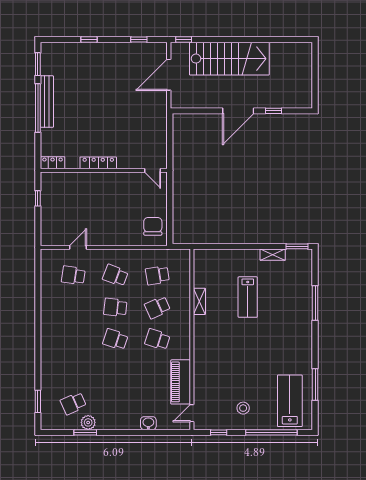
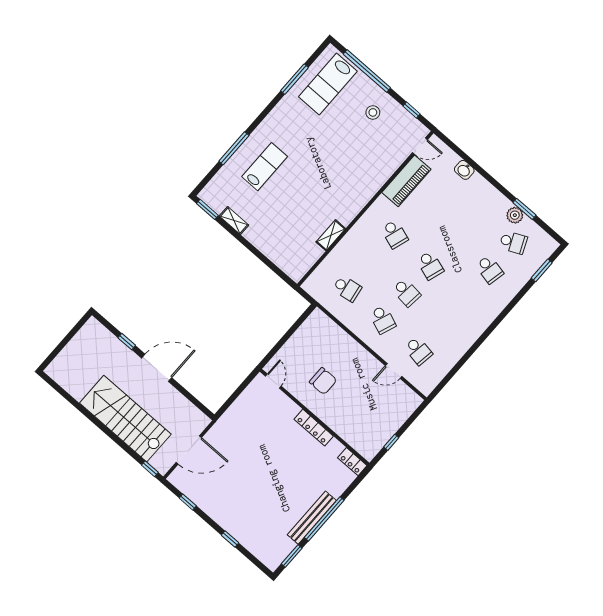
chair: (153, 226) -> (323, 381), moved, turned -90
lab bench: (248, 297) -> (265, 167), moved
school desk: (157, 307) -> (490, 269), moved, turned 36

